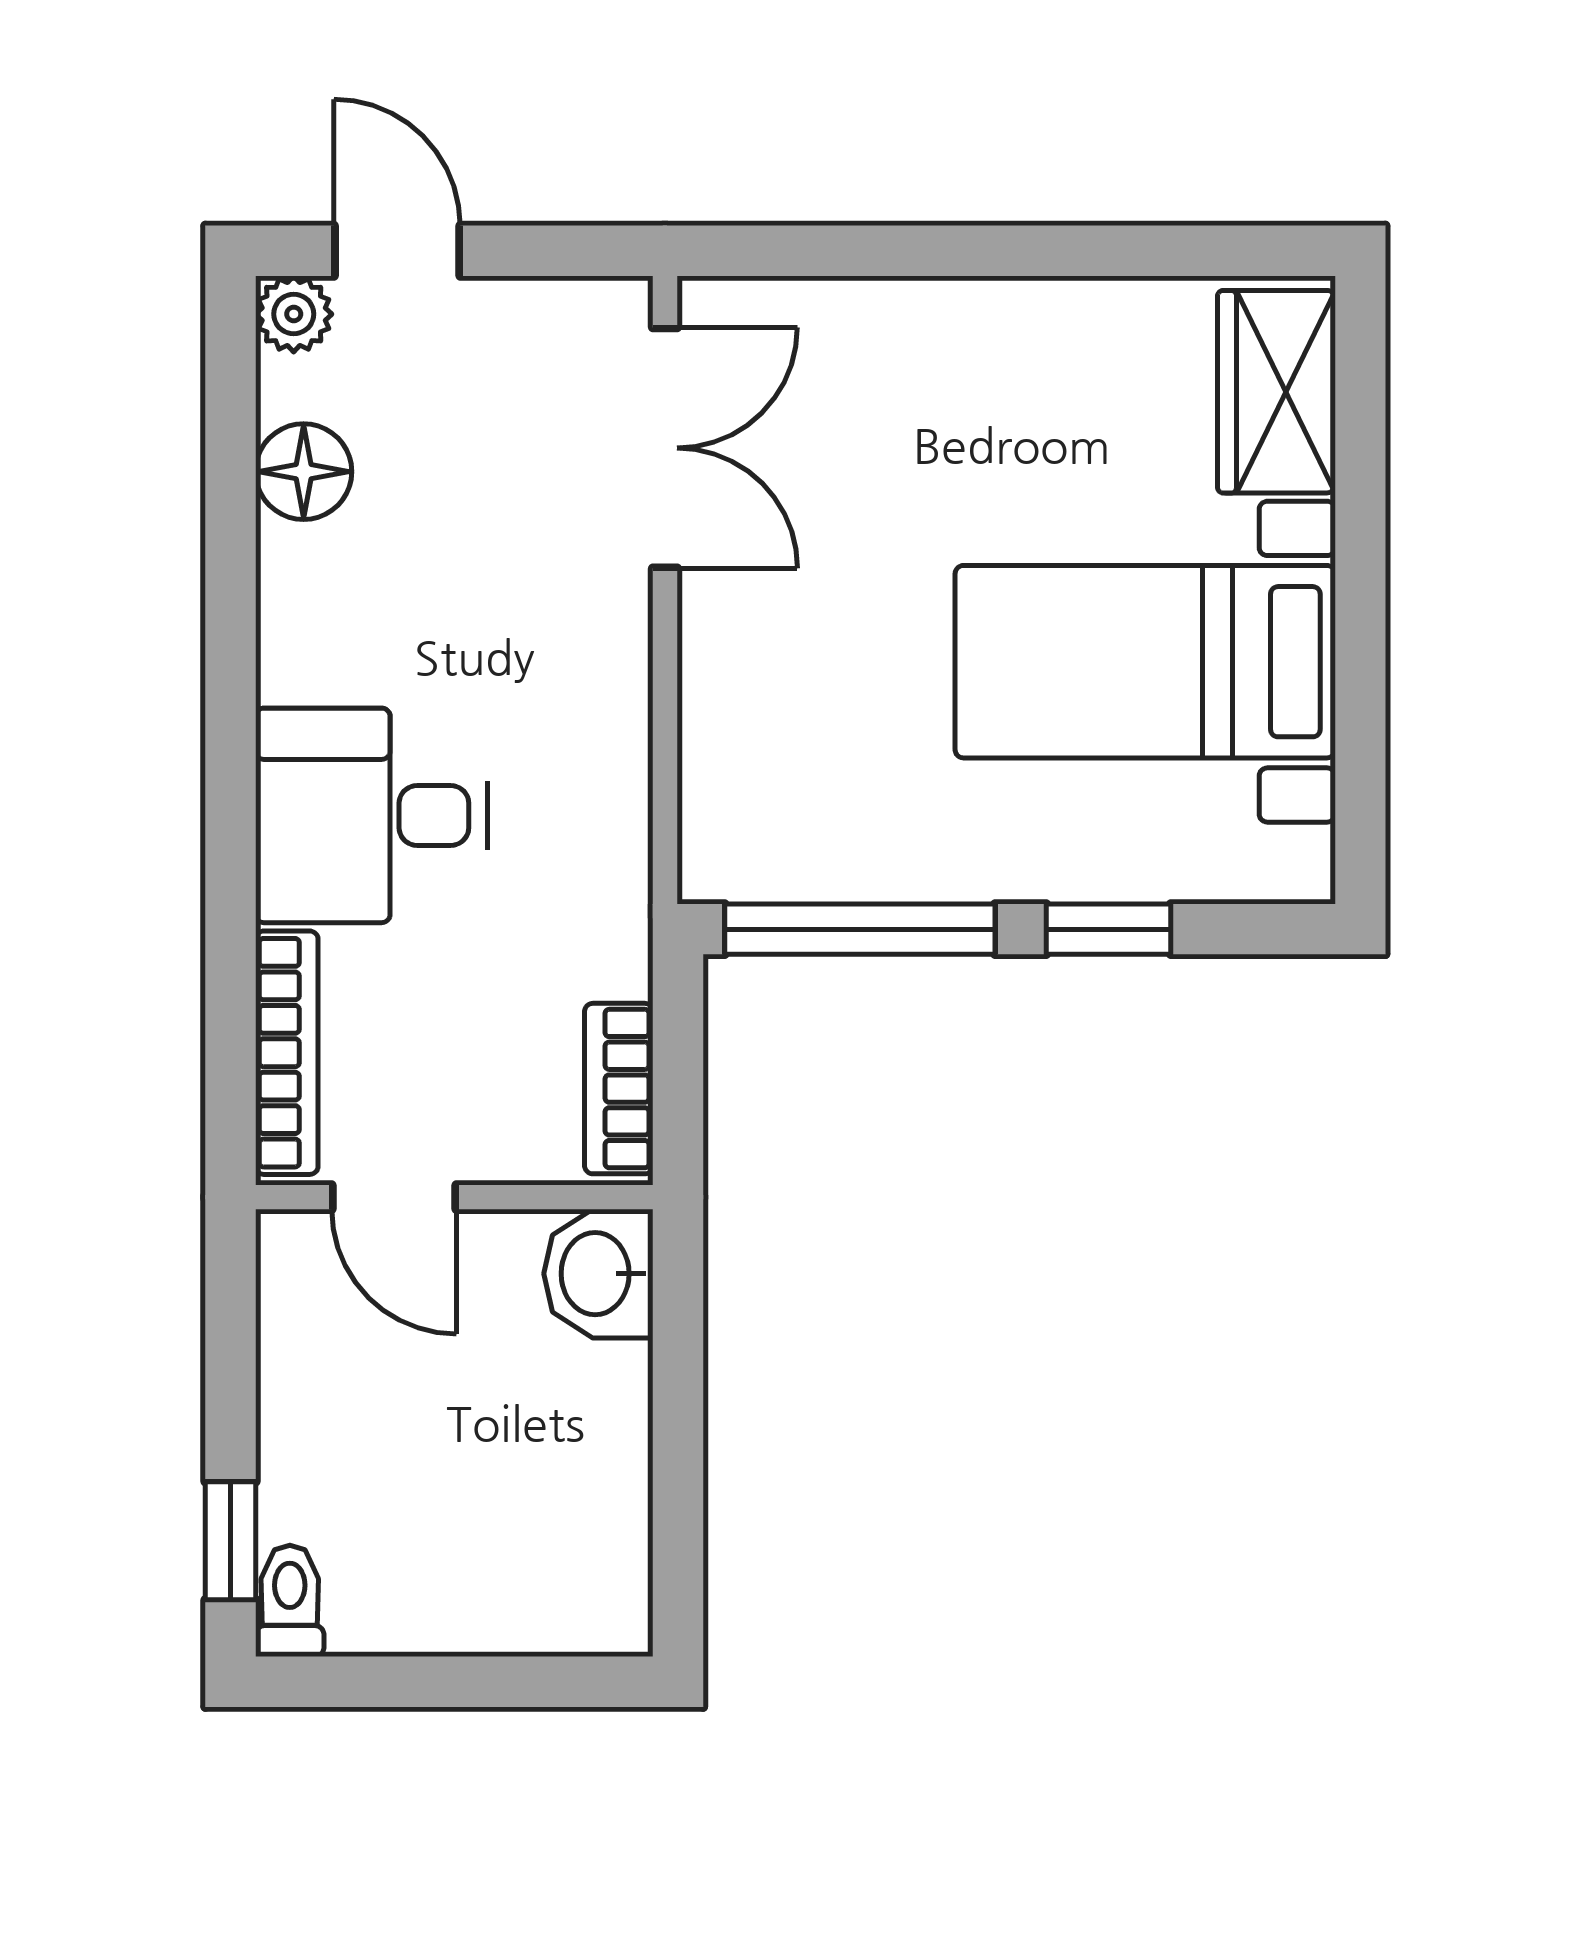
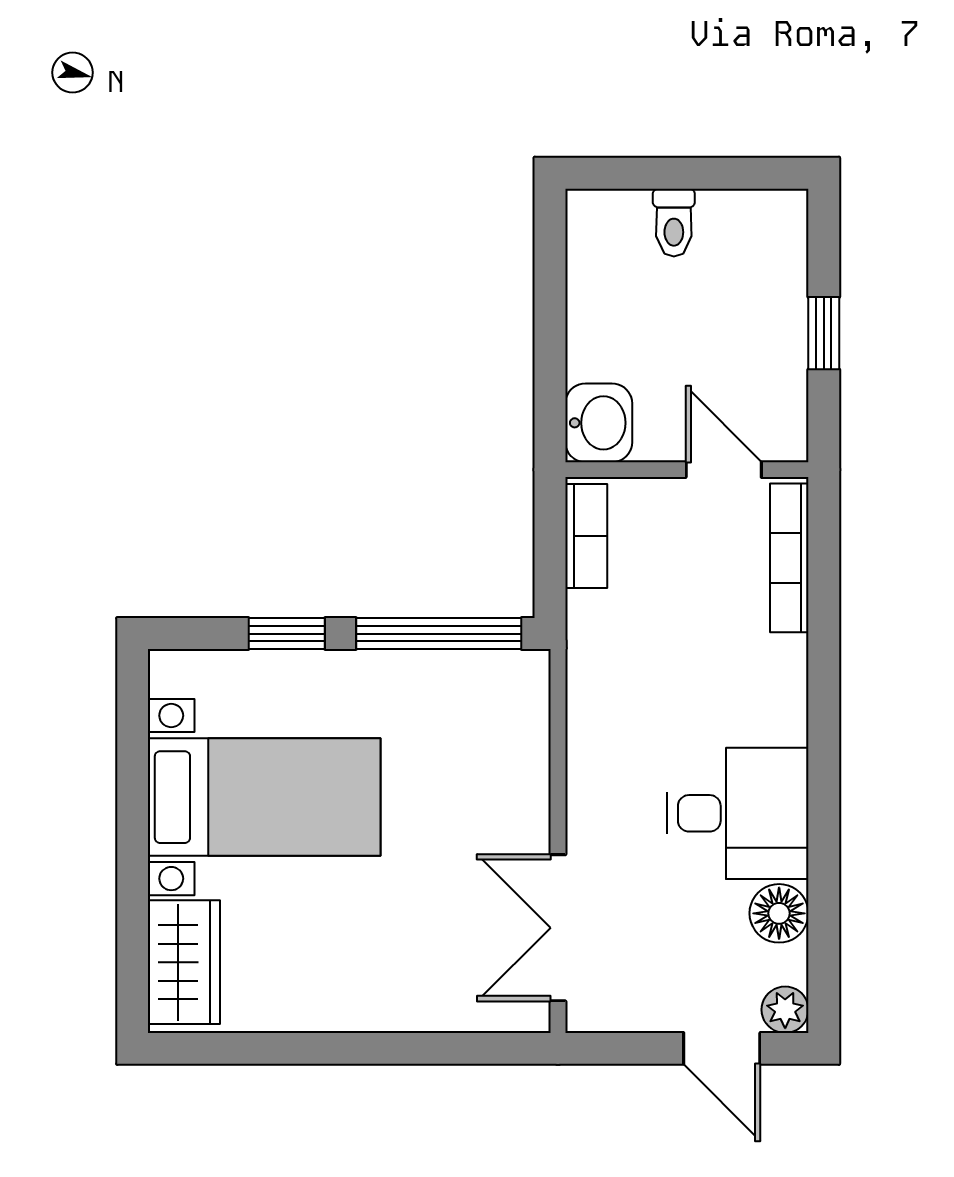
desk: (371, 815) -> (738, 813), moved
window: (230, 1541) -> (824, 333), moved
toilet: (290, 1601) -> (674, 223), moved

